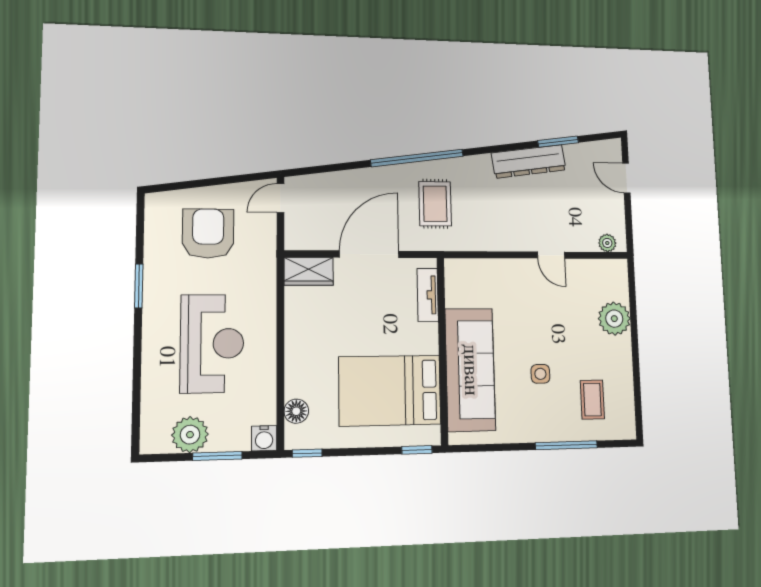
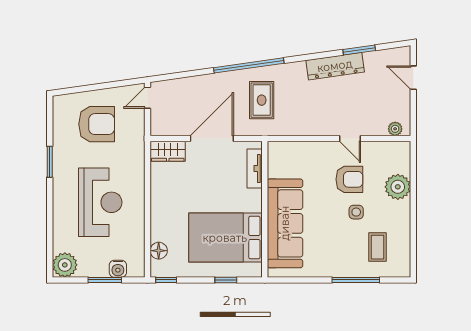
armchair: (208, 233) -> (97, 124), turned 90
armchair: (552, 309) -> (349, 179), added
side table: (540, 374) -> (356, 212), moved
plant: (190, 435) -> (65, 265), moved
water cooler: (264, 438) -> (118, 269), moved
window: (417, 450) -> (226, 280), moved

